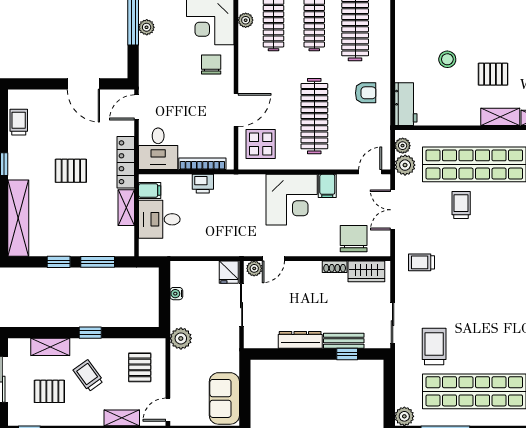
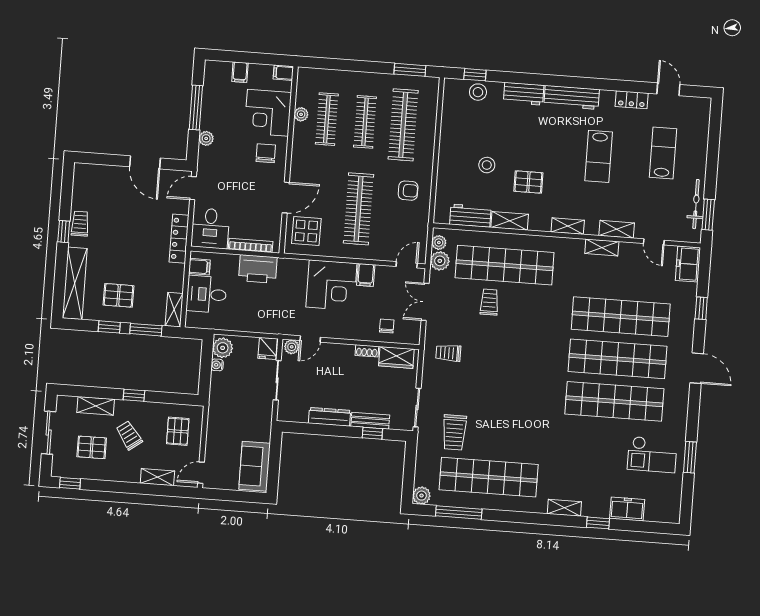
plant: (147, 27) -> (206, 138), moved
workbench: (406, 104) -> (470, 216), moved, turned -90
shelving: (500, 117) -> (510, 221), moved
trolley: (19, 122) -> (80, 224), moved
pallet: (71, 171) -> (118, 295), moved
printer: (203, 184) -> (258, 269), width x1.87, depth x1.48
shelving: (126, 208) -> (174, 310), moved
chair: (354, 239) -> (387, 326), width x0.54, depth x0.54
plant: (181, 338) -> (223, 348), moved
trolley: (434, 346) -> (454, 432), turned 180

